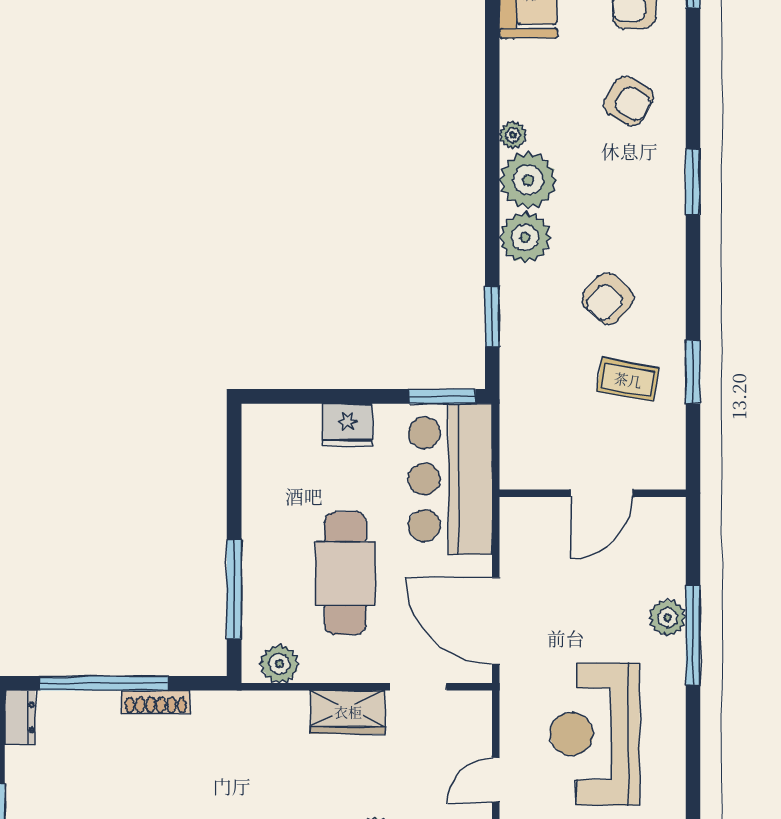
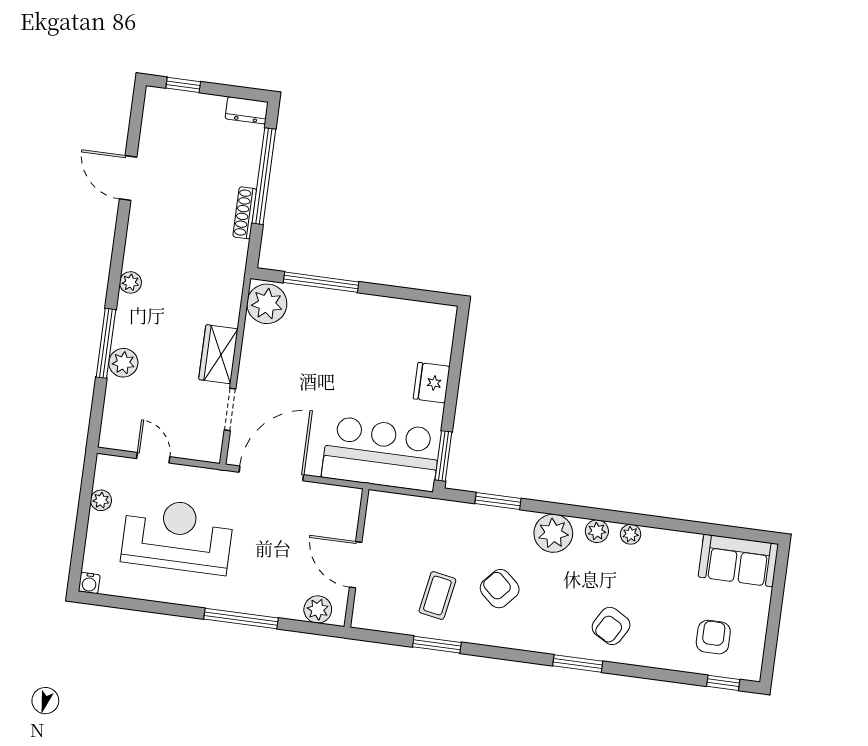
armchair: (629, 101) -> (611, 626), moved
plant: (528, 180) -> (597, 531), width x0.53, depth x0.53
cafe table: (345, 573) -> (322, 366), removed
plant: (667, 618) -> (318, 609), moved
plant: (279, 664) -> (267, 304), width x1.36, depth x1.36

